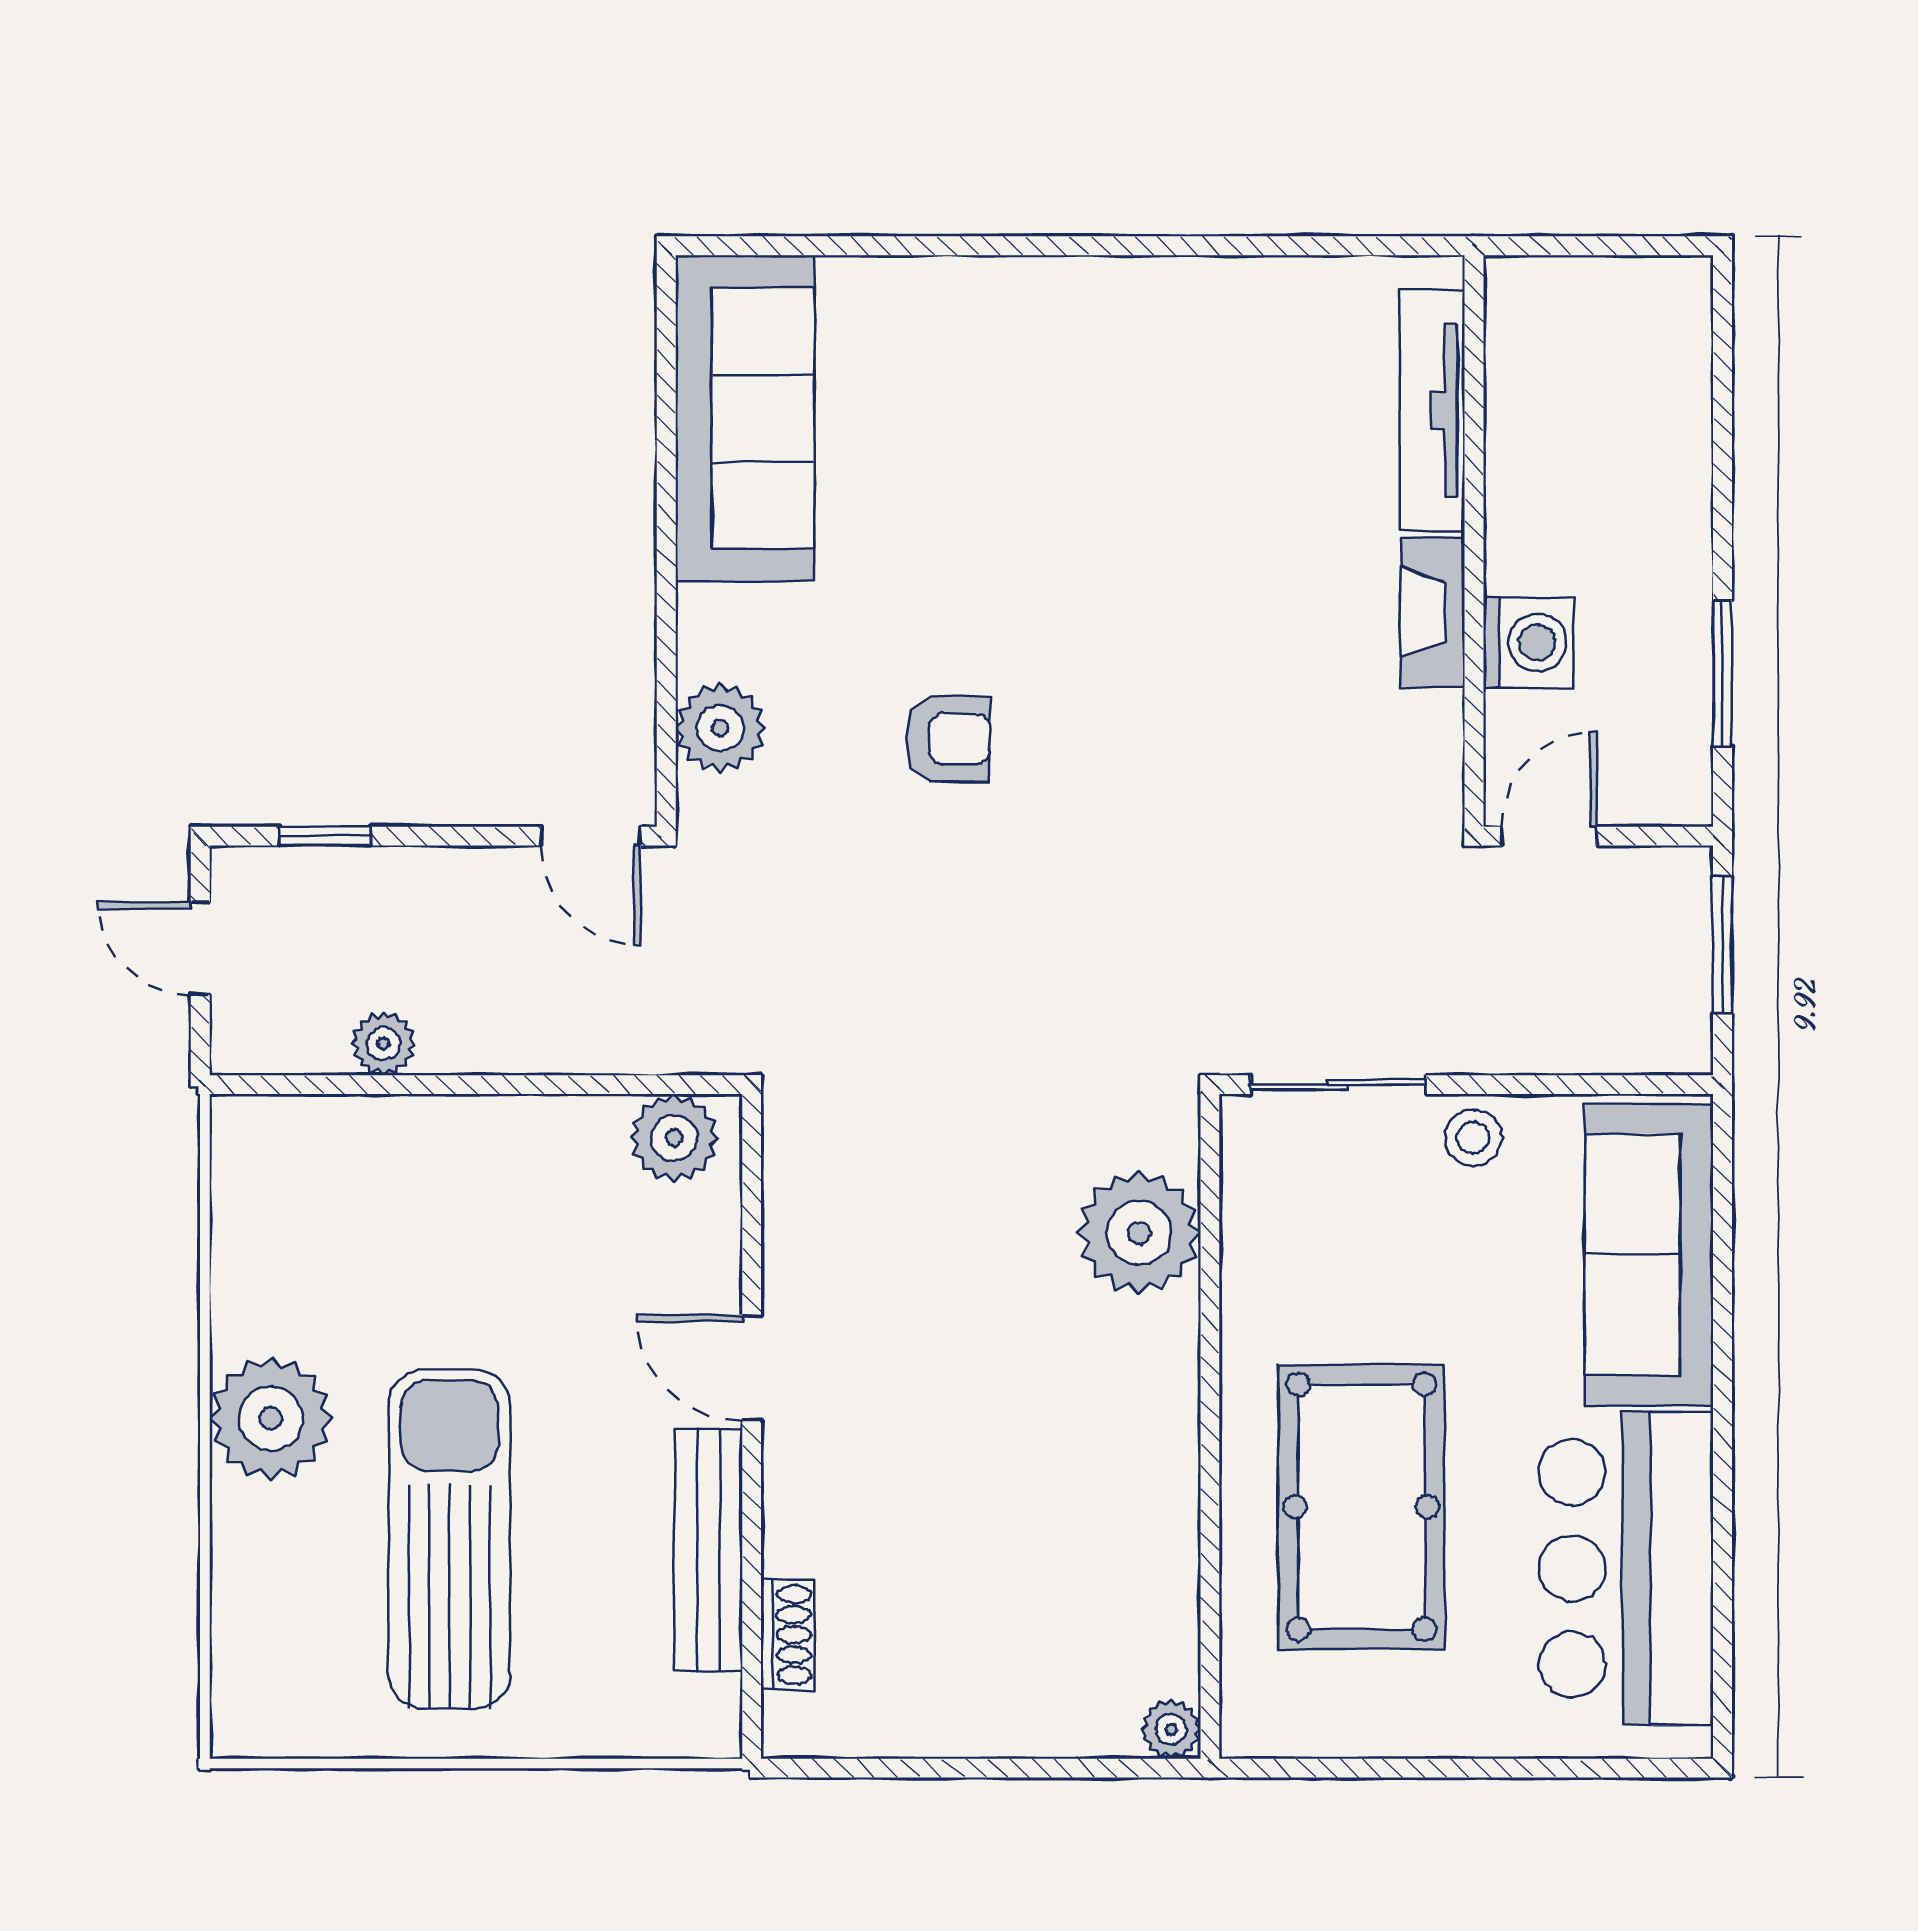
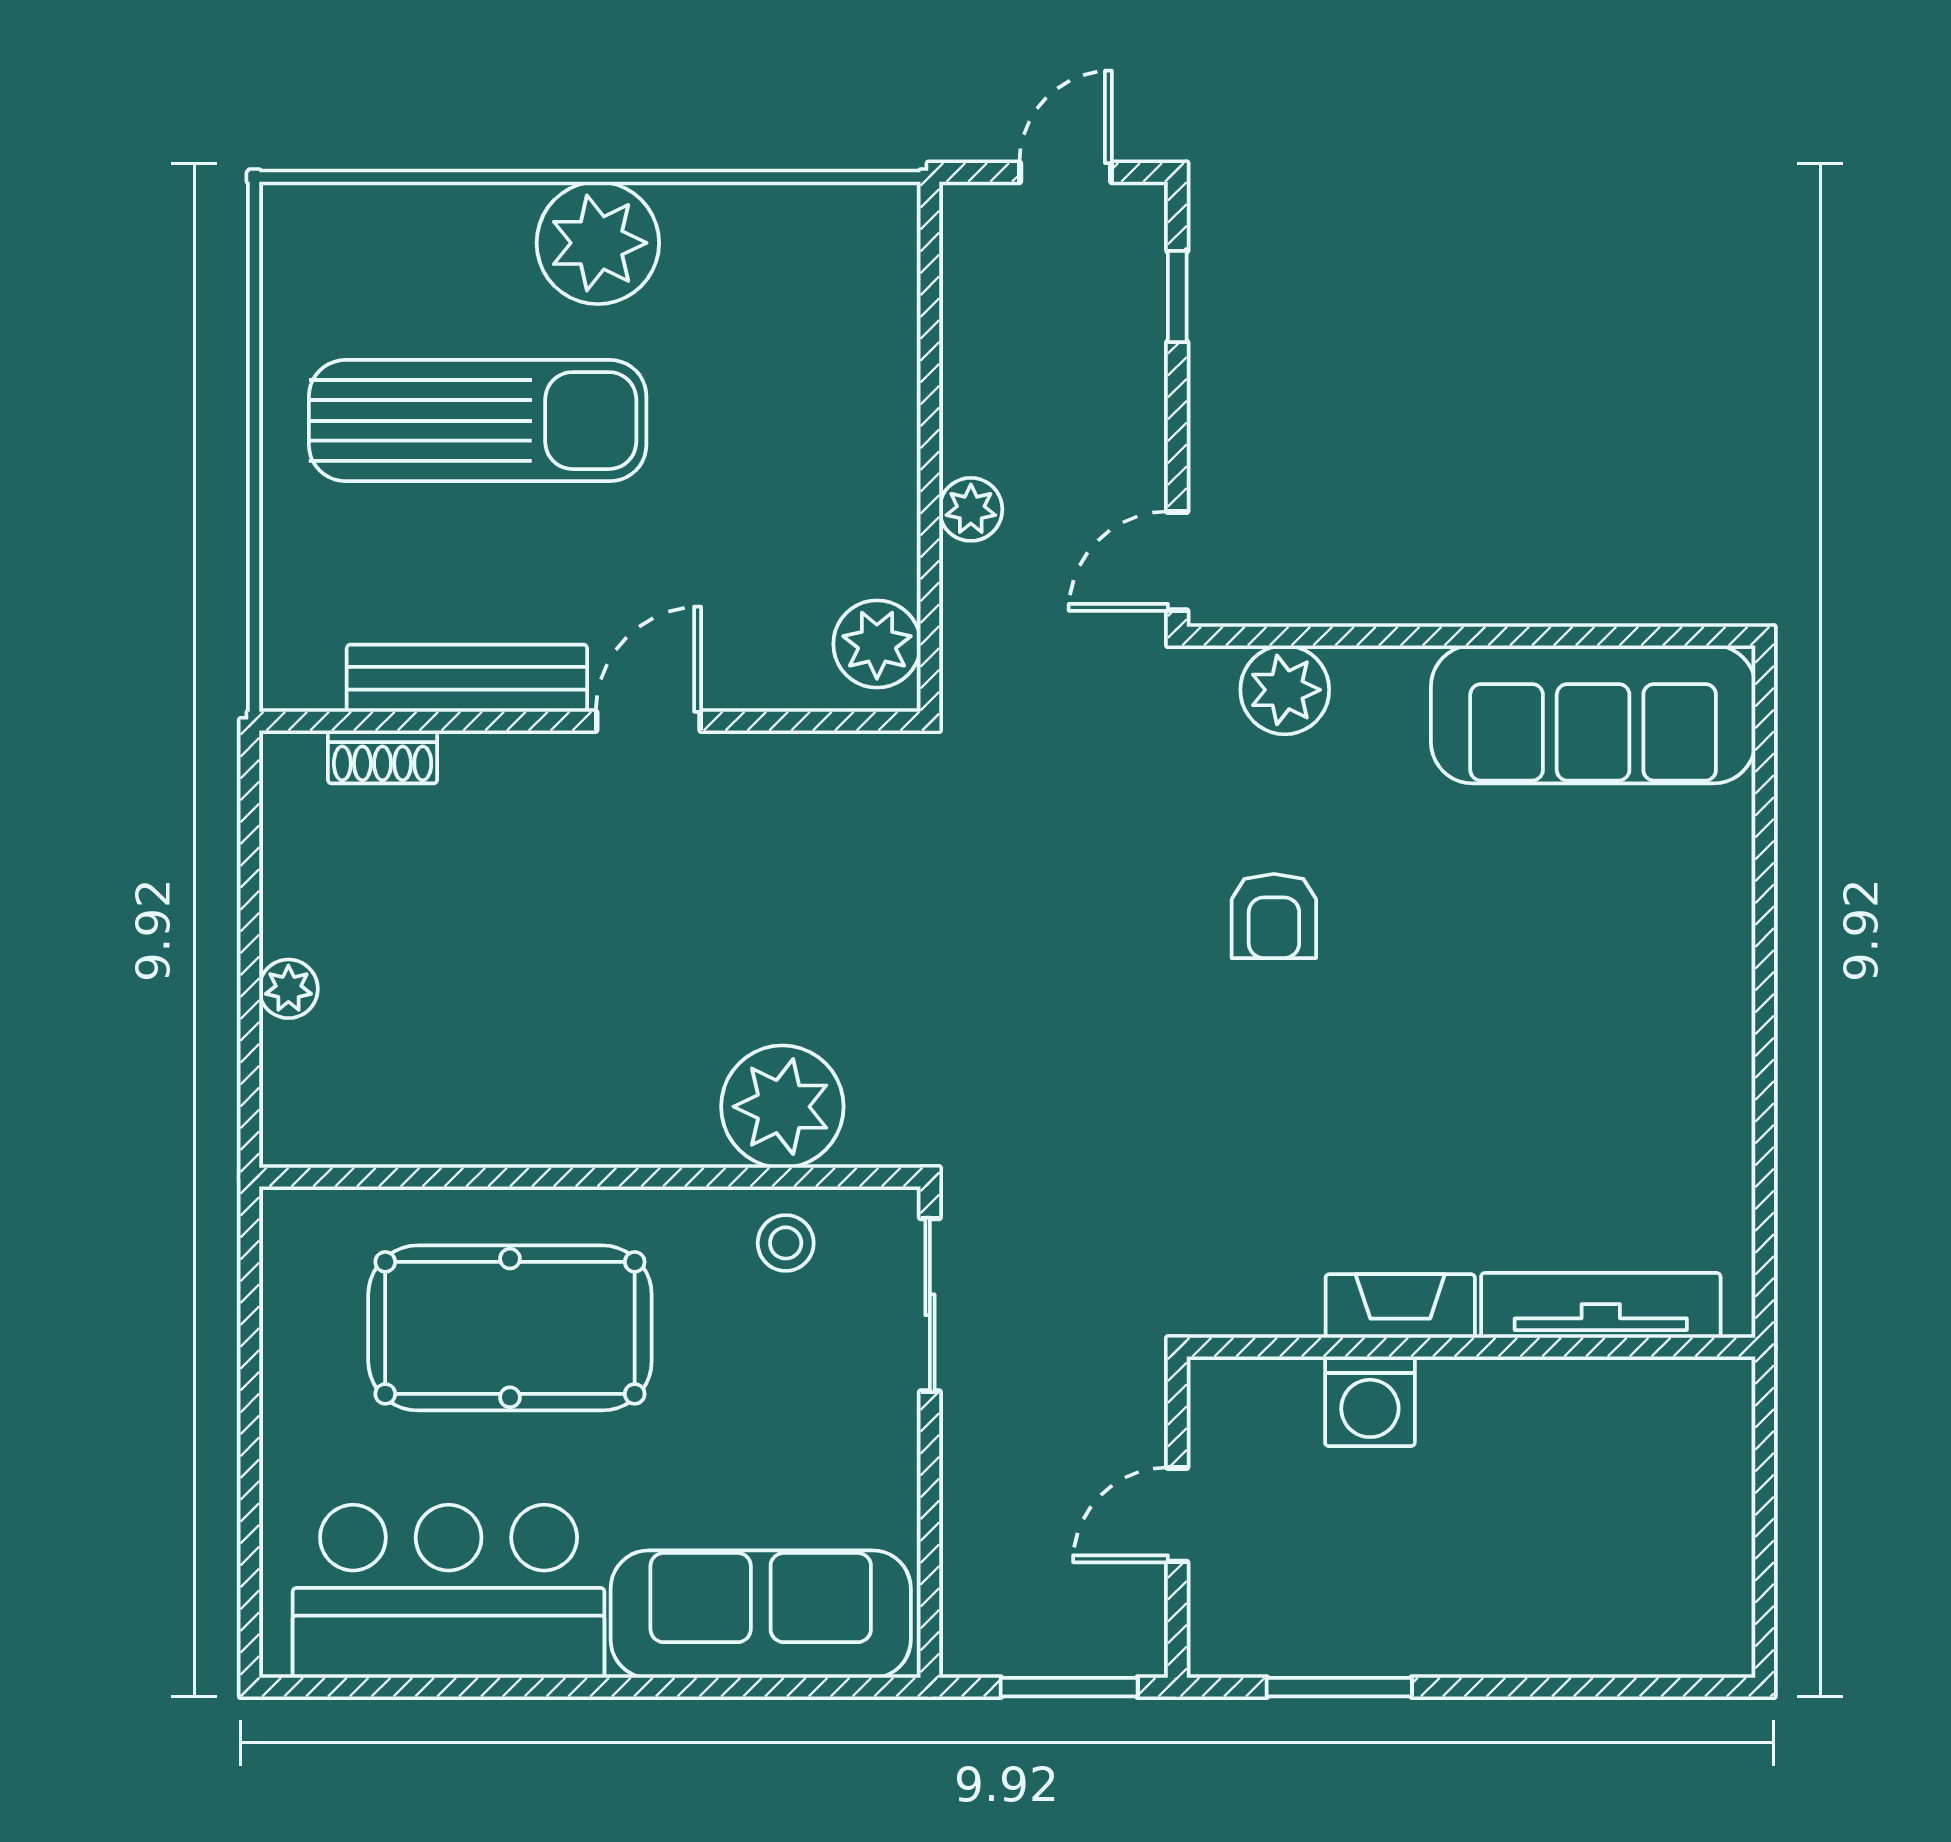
tv unit: (1432, 410) -> (1601, 1305), moved
wall: (1474, 541) -> (1471, 1347), moved
fireplace: (1433, 612) -> (1400, 1306), moved
washing machine: (1528, 642) -> (1370, 1401), moved
door: (1549, 836) -> (1177, 1515), swing flipped
plant: (383, 1044) -> (971, 509), moved
stool: (1473, 1138) -> (786, 1243), moved
plant: (1171, 1729) -> (288, 989), moved

